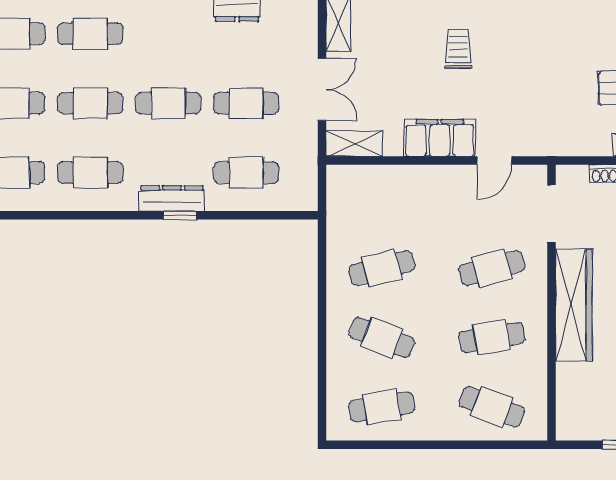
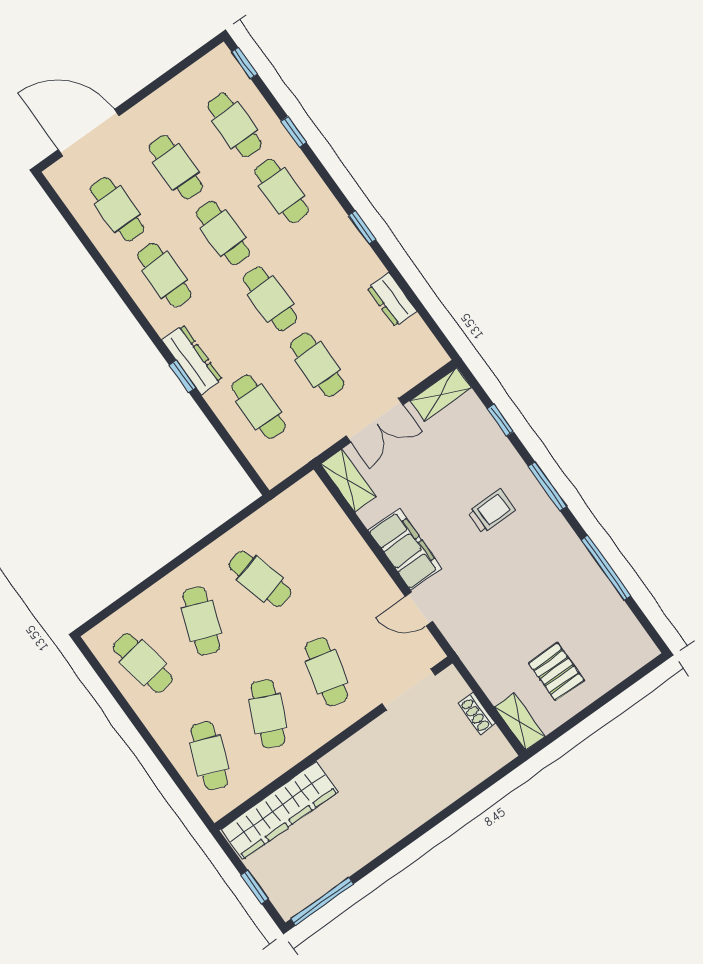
cafe table: (492, 268) -> (327, 672), turned 30
wardrobe: (574, 305) -> (279, 810), moved
cafe table: (492, 337) -> (268, 714), turned 33

